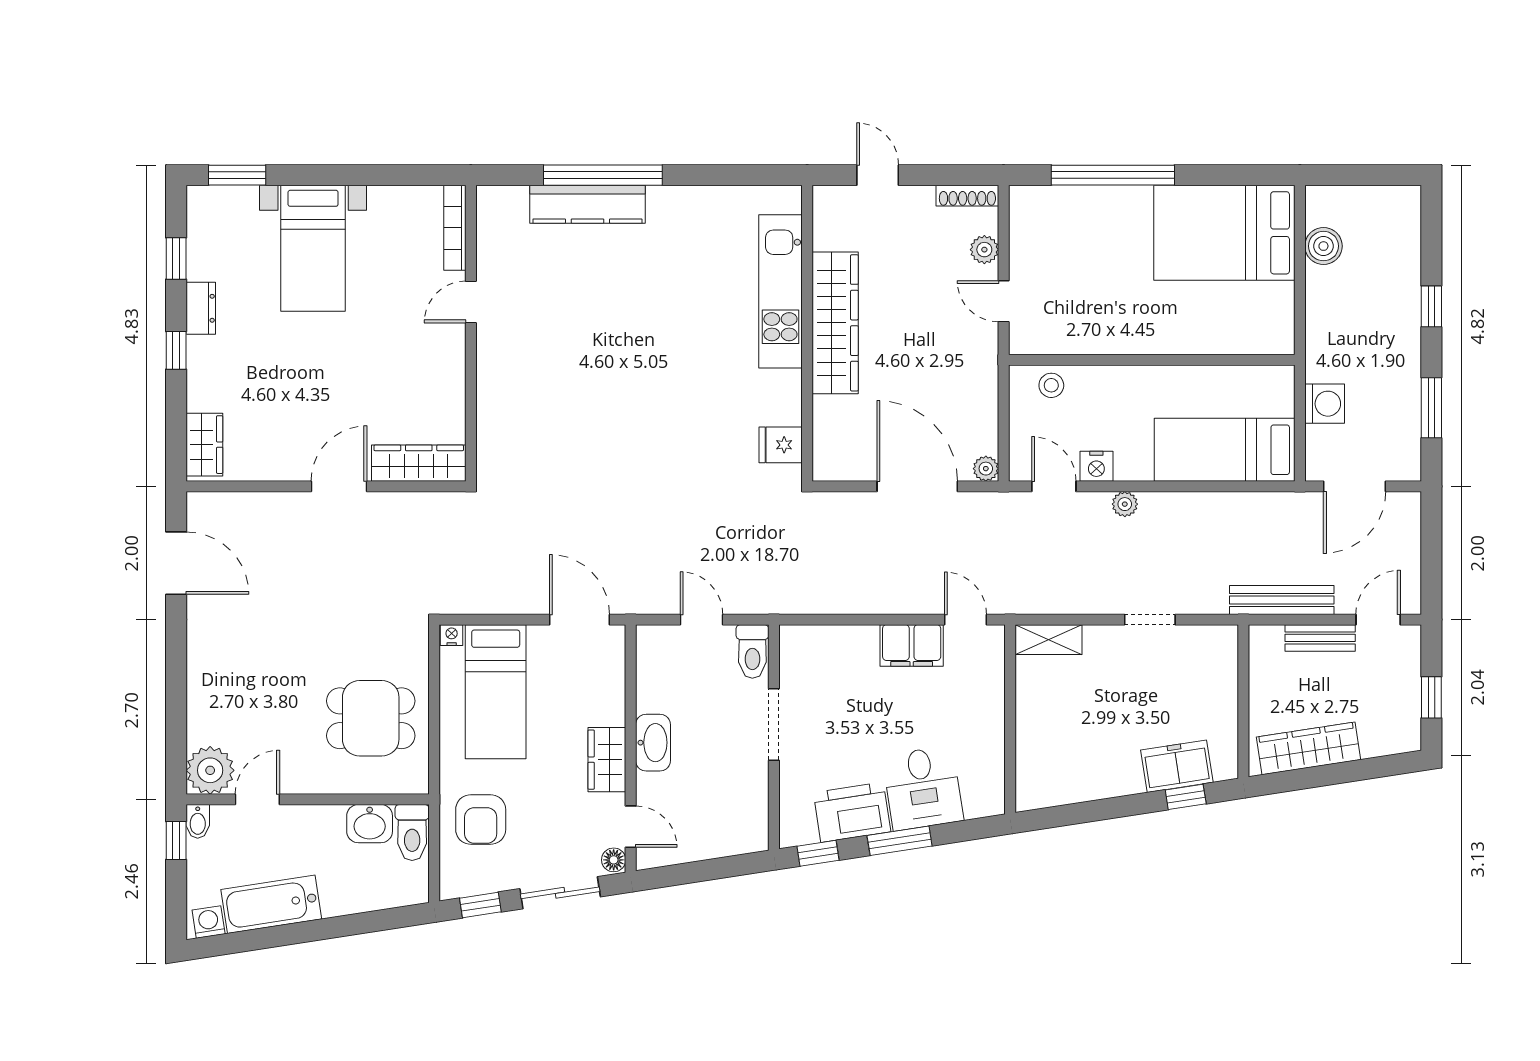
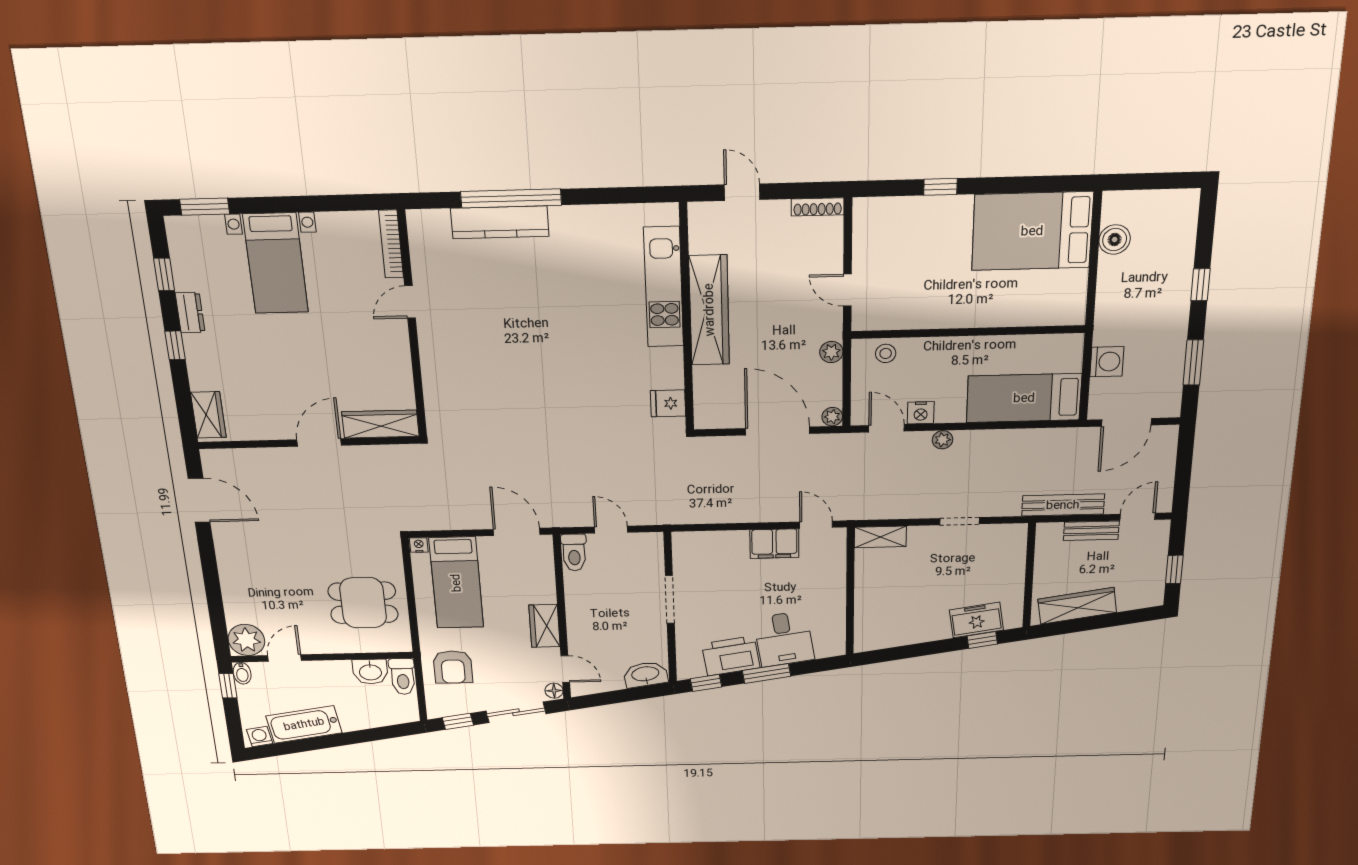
window: (1113, 175) -> (940, 187), width x0.32
plant: (984, 250) -> (831, 352), moved
toilet: (752, 651) -> (574, 553), moved
washbasin: (653, 743) -> (645, 674), moved, turned -99

